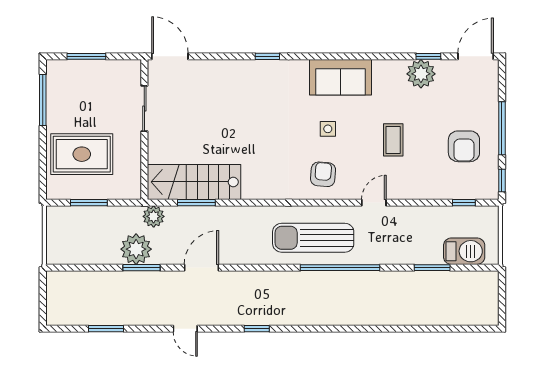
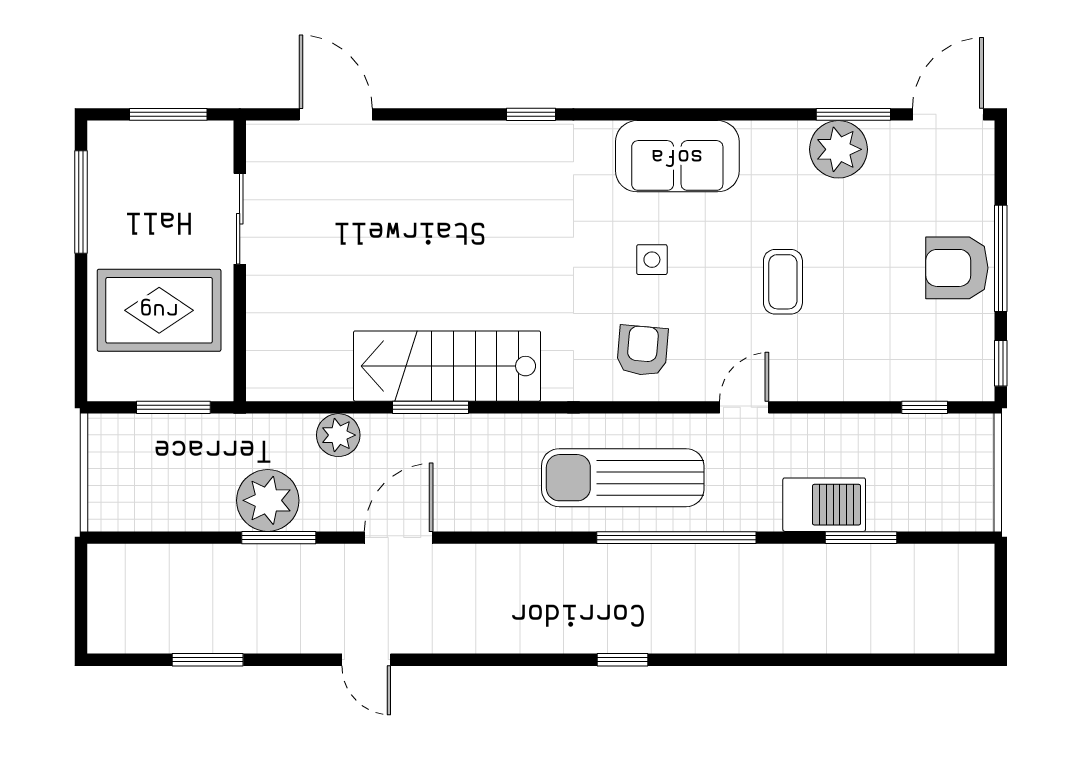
window: (428, 56) -> (853, 114), width x1.50
sliding door: (144, 108) -> (240, 219), moved
wall: (144, 129) -> (240, 261), moved
armchair: (464, 146) -> (957, 268), moved, turned 90
stairs: (194, 182) -> (447, 366), moved
window: (196, 203) -> (431, 407), moved
plant: (154, 216) -> (338, 435), moved
barbecue: (464, 251) -> (824, 505), moved
window: (257, 329) -> (622, 660), moved

